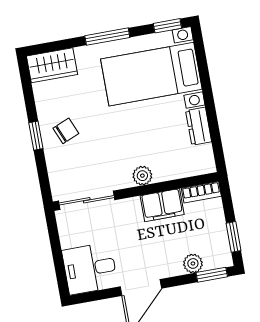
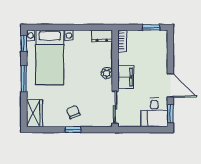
dresser: (199, 126) -> (102, 36), moved
filing cabinet: (162, 205) -> (126, 77), moved
plant: (193, 263) -> (162, 53), removed
window: (212, 275) -> (170, 114), moved

